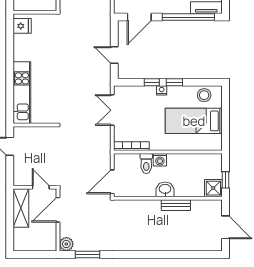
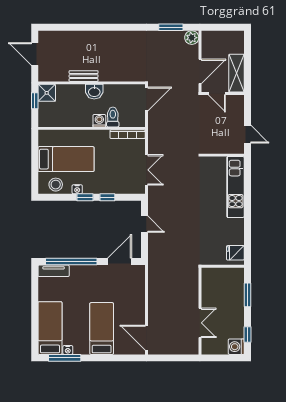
nightstand: (162, 90) -> (77, 189), moved

